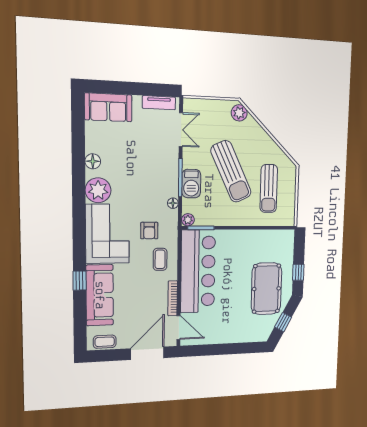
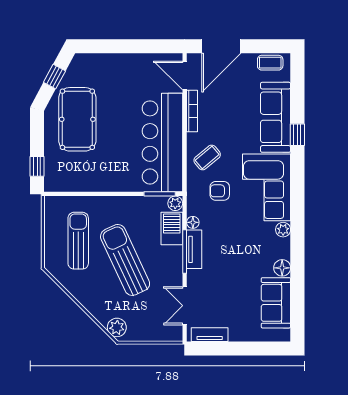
sofa: (108, 107) -> (276, 303), moved, turned -90
tv unit: (172, 180) -> (194, 249), added
barbecue: (191, 184) -> (172, 228), moved
plant: (98, 190) -> (283, 230), width x0.53, depth x0.53
armchair: (149, 231) -> (220, 191), turned -90
coffee table: (160, 259) -> (207, 157), turned 50
window: (298, 272) -> (37, 166), moved

